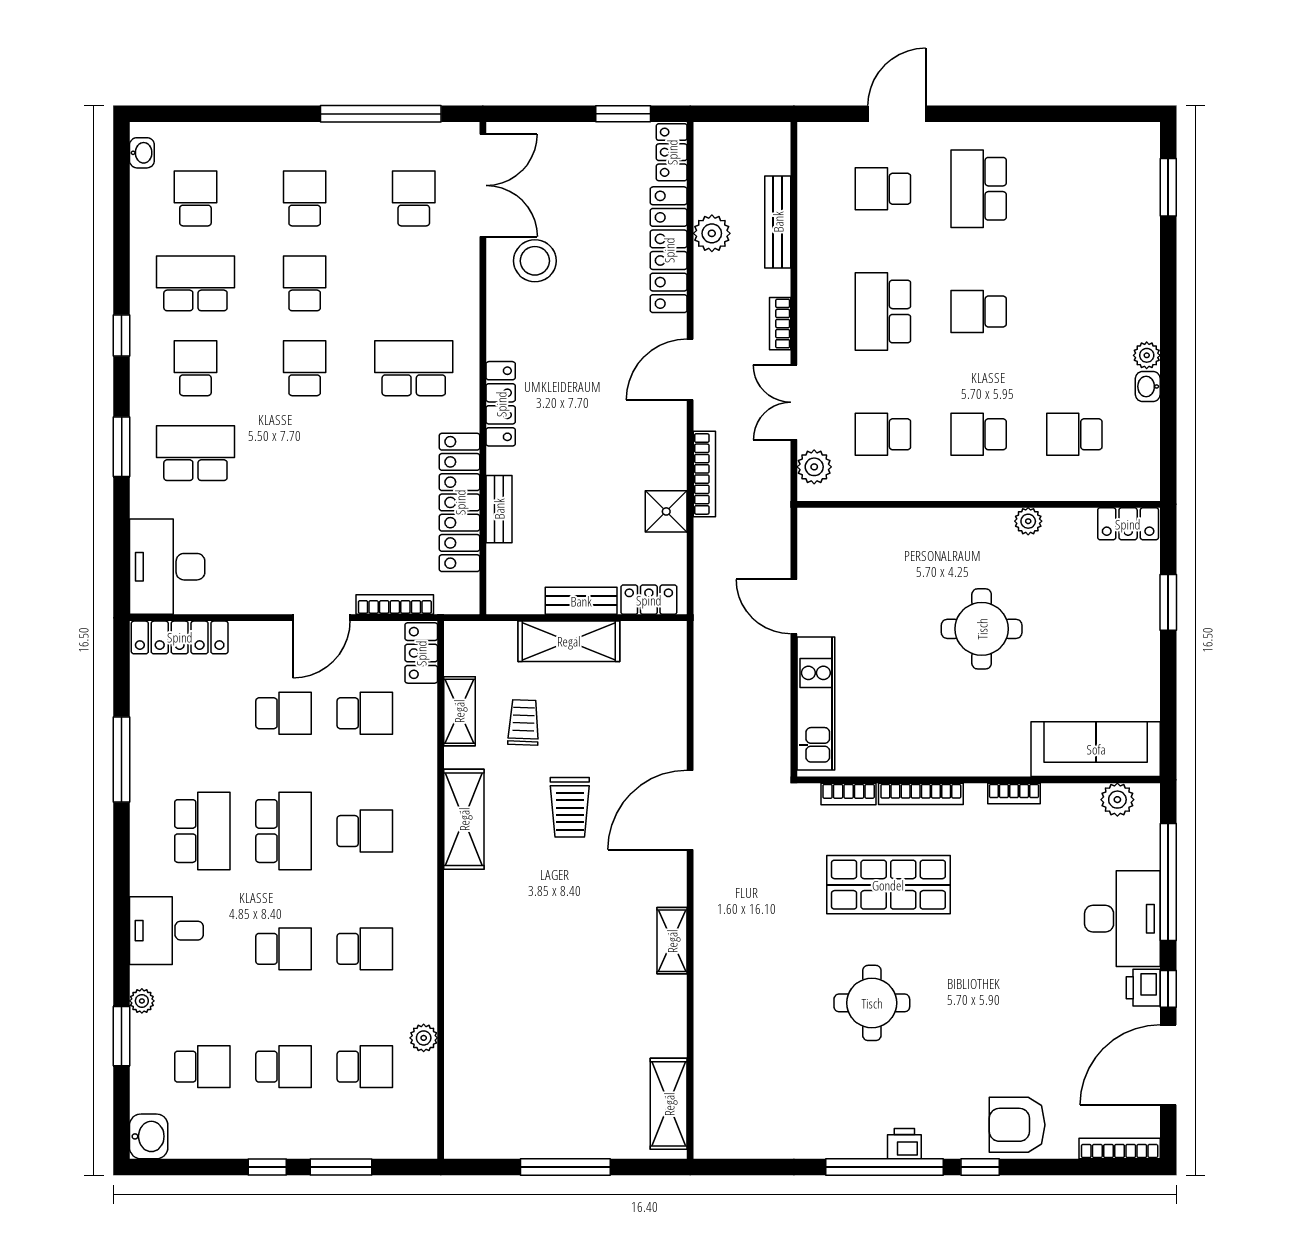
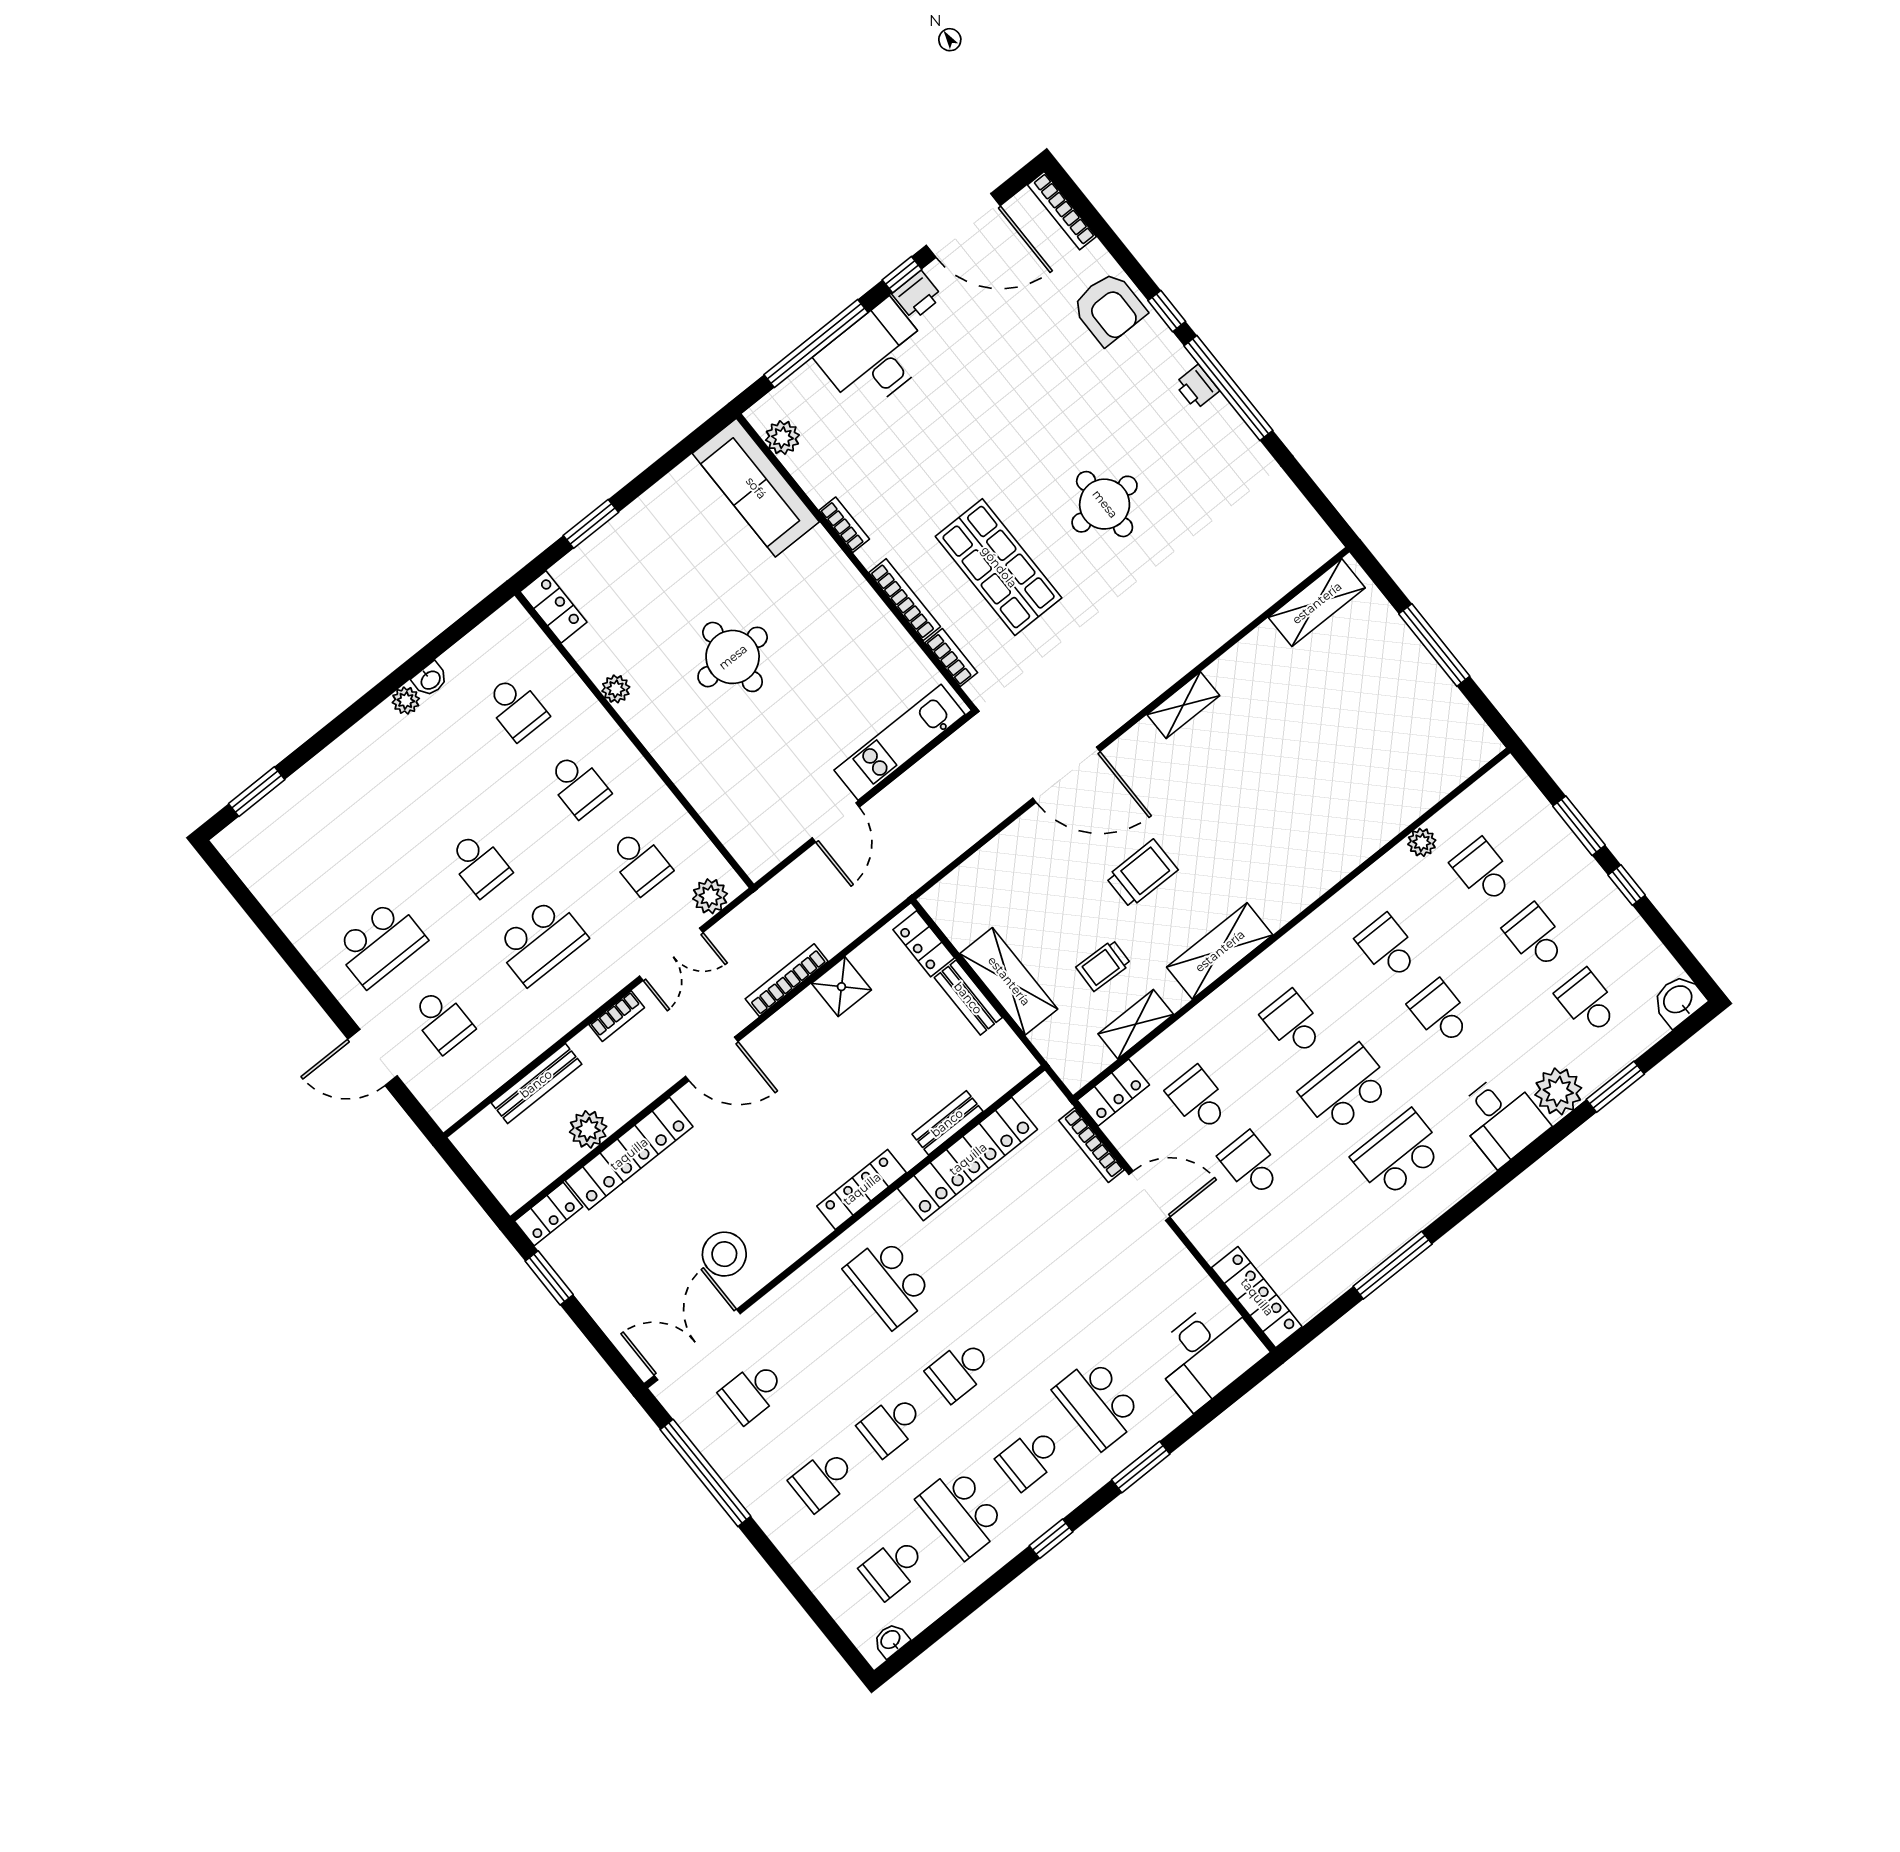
plant: (142, 1001) -> (1558, 1091), width x1.88, depth x1.88

